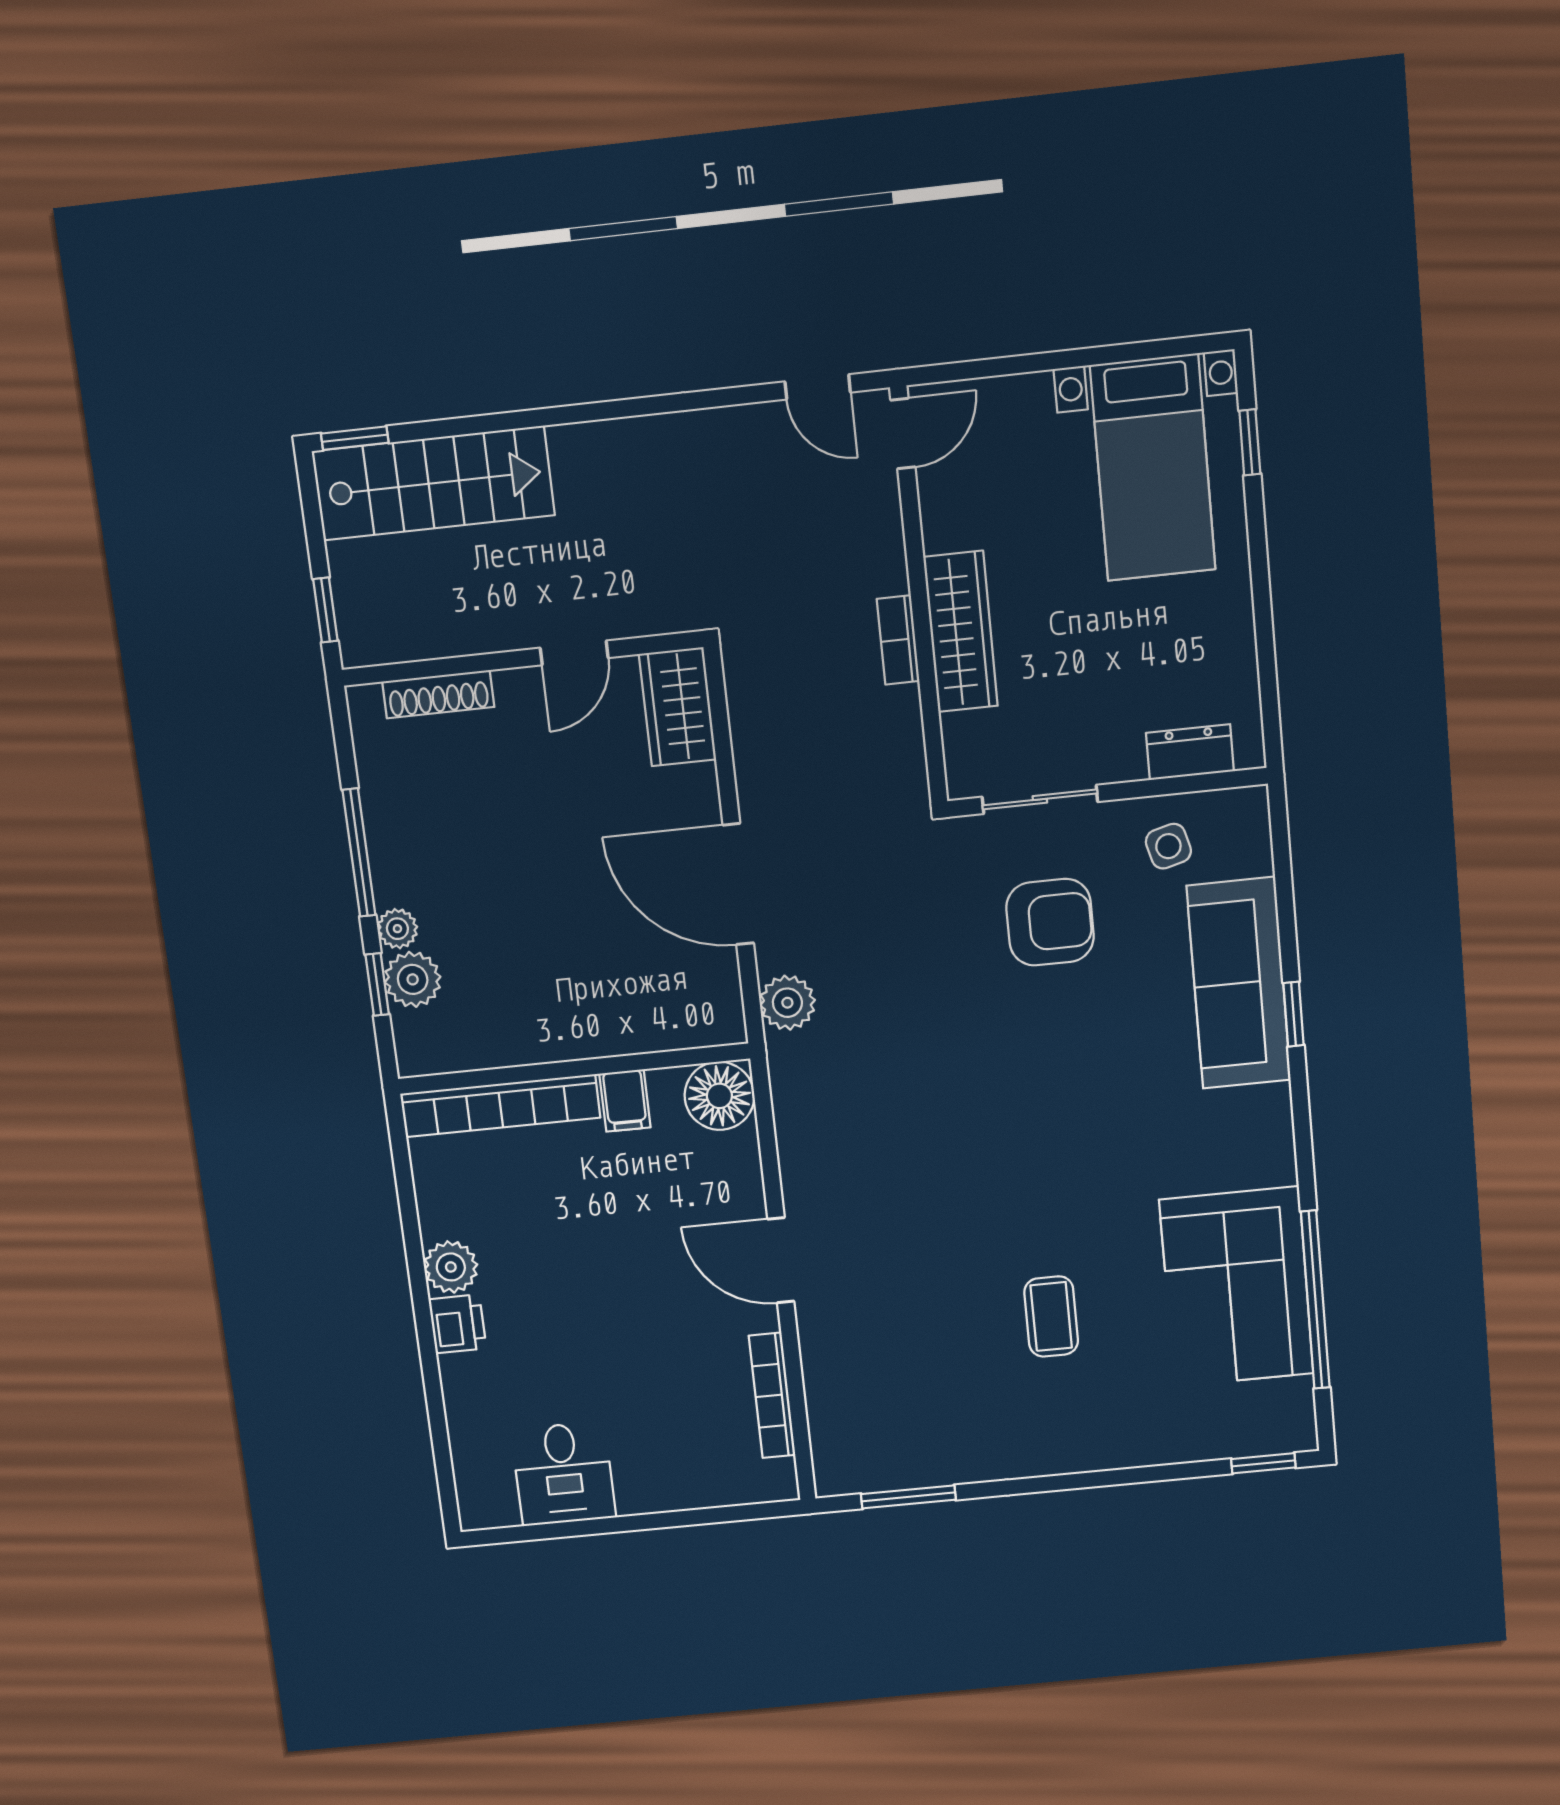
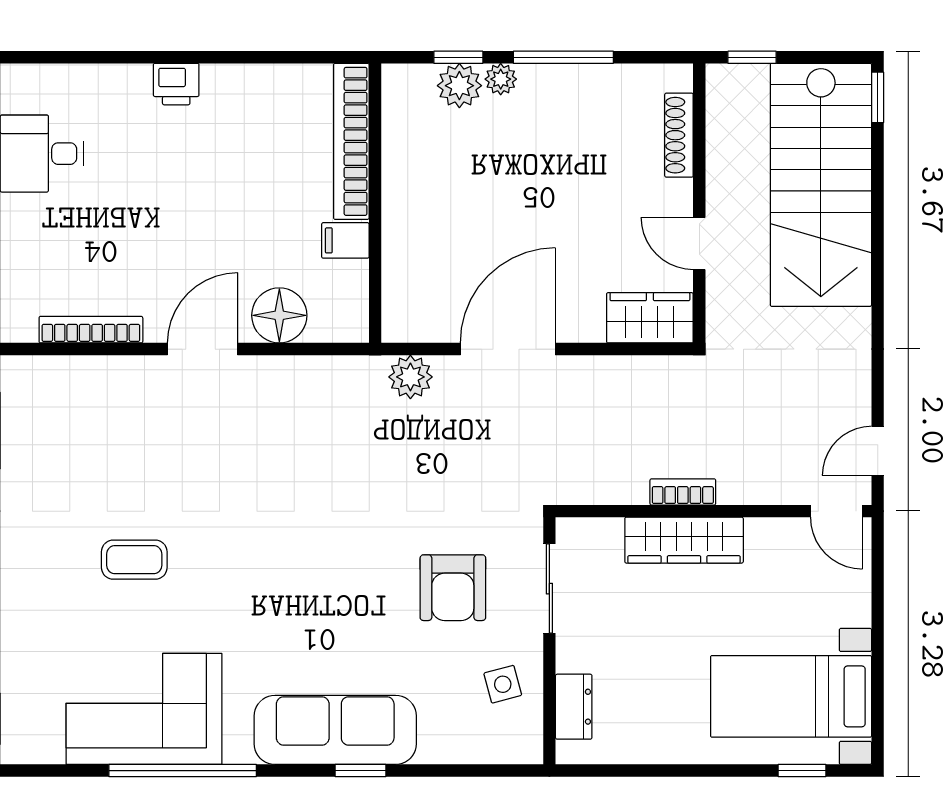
stairs: (433, 483) -> (821, 185), width x1.36, depth x1.51
sofa: (1239, 983) -> (335, 730), moved
floor lamp: (719, 1096) -> (279, 315), moved
plant: (451, 1267) -> (224, 85), removed
window: (1315, 1300) -> (183, 771), moved

